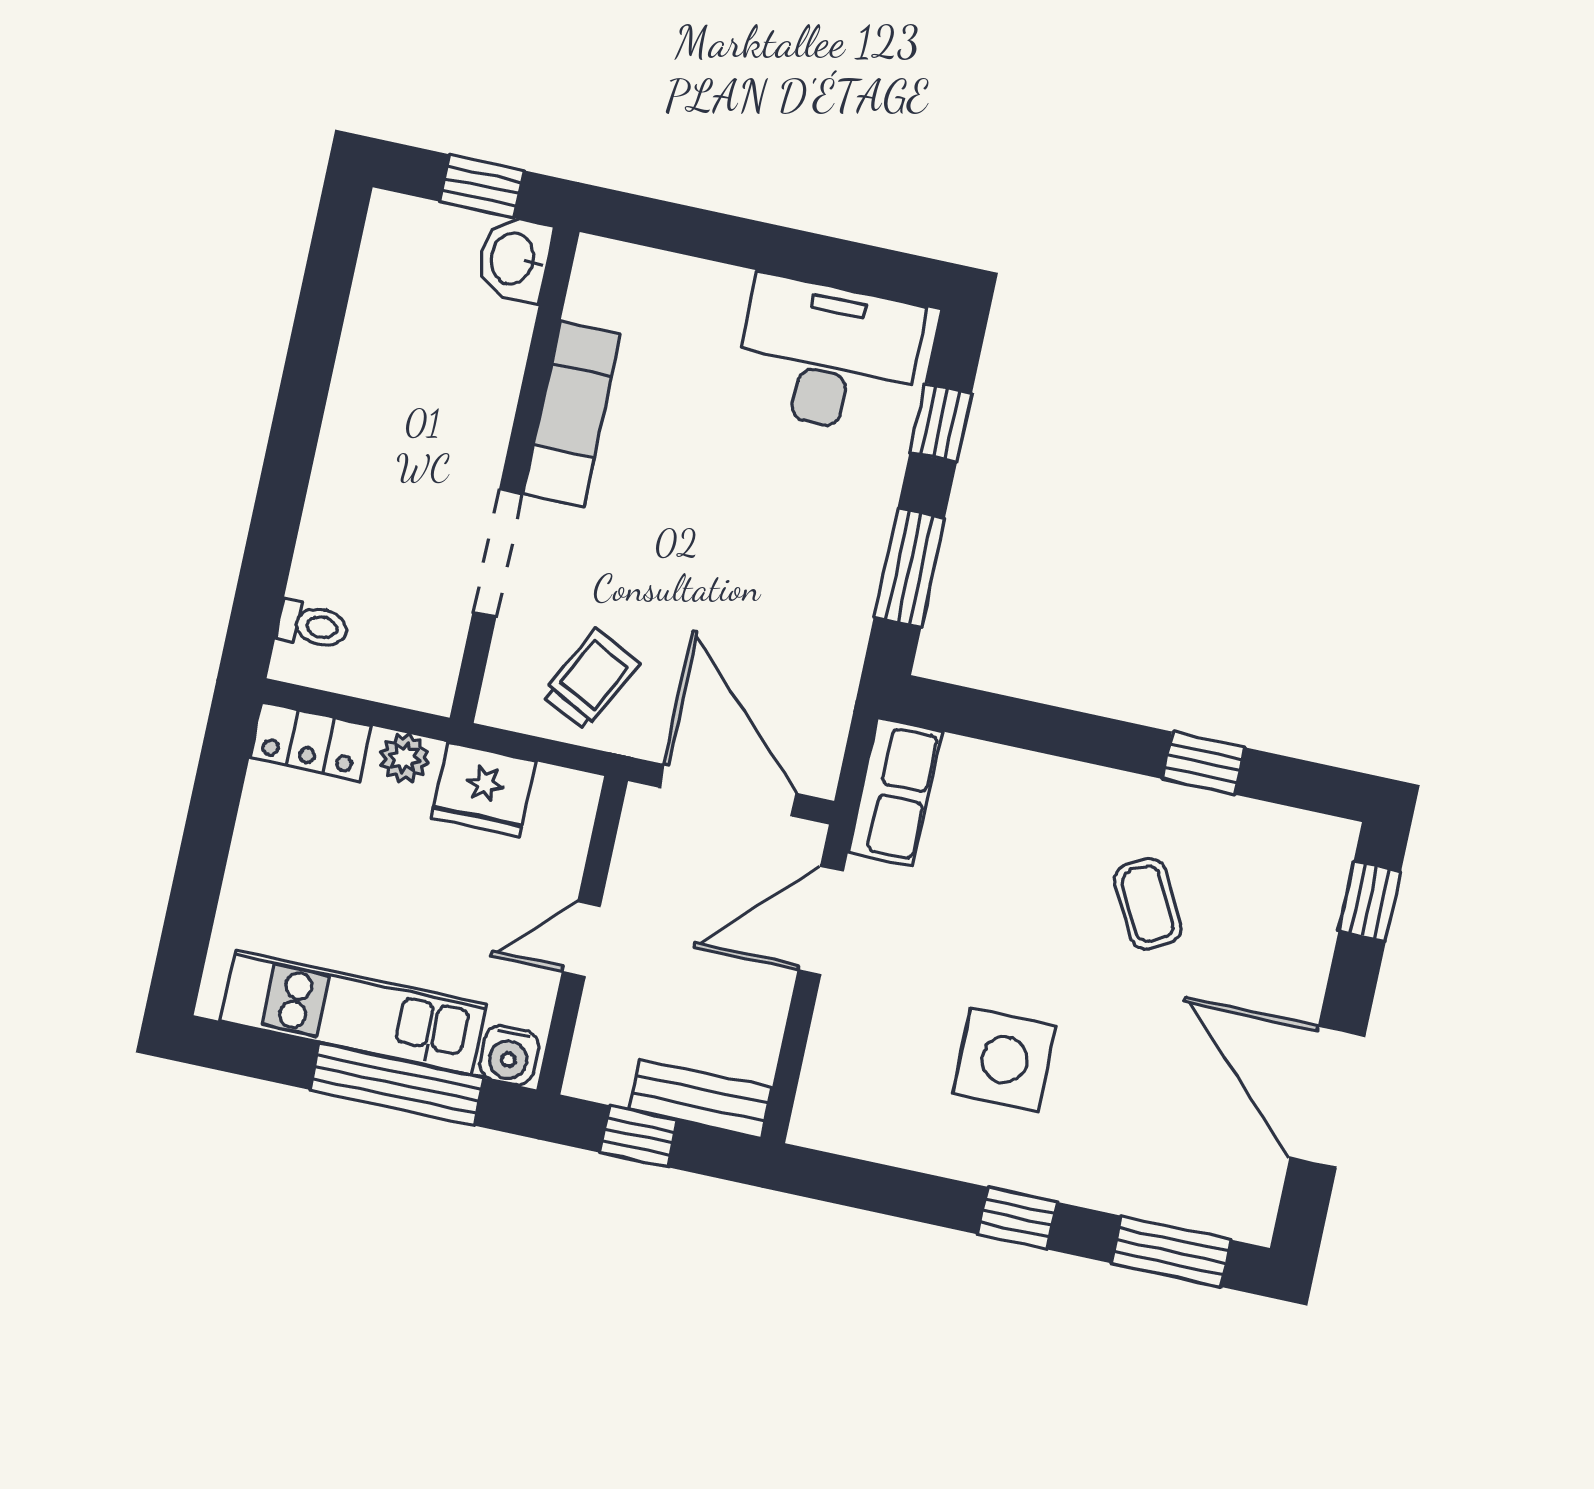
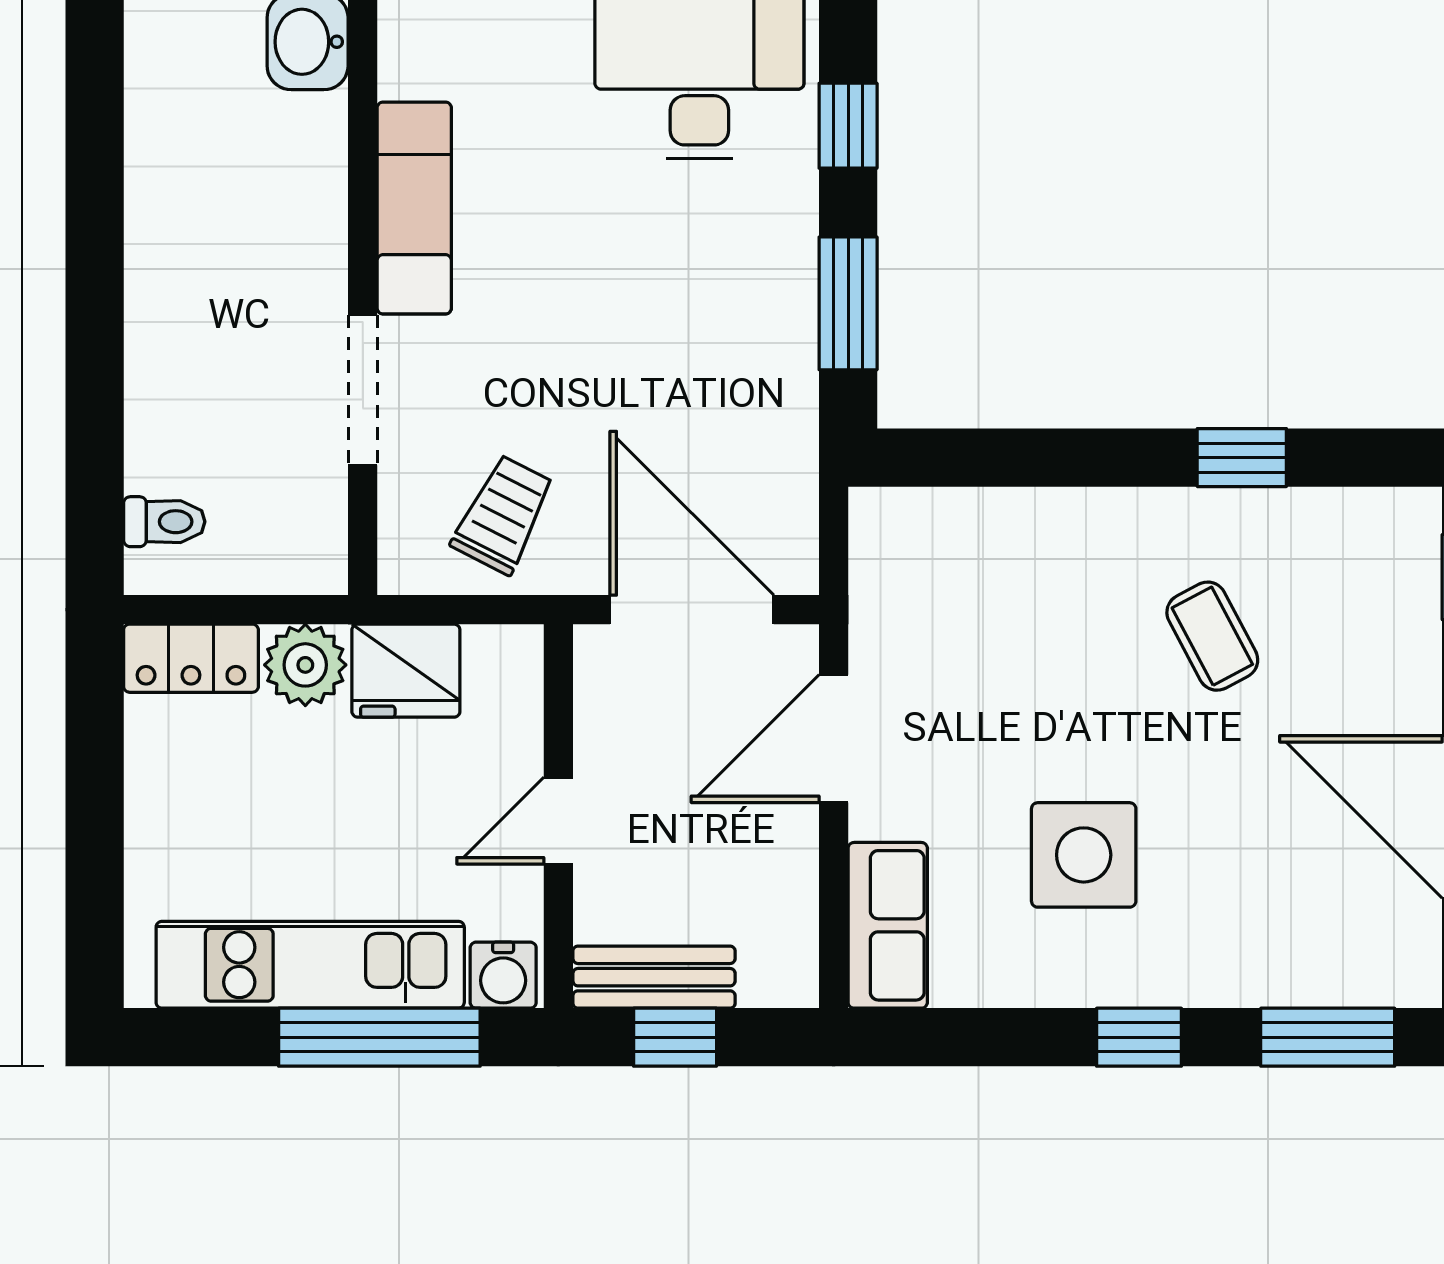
plant: (404, 758) -> (305, 665), width x1.38, depth x1.38
row of seats: (895, 792) -> (888, 925), moved
bench: (700, 1098) -> (654, 977), moved

